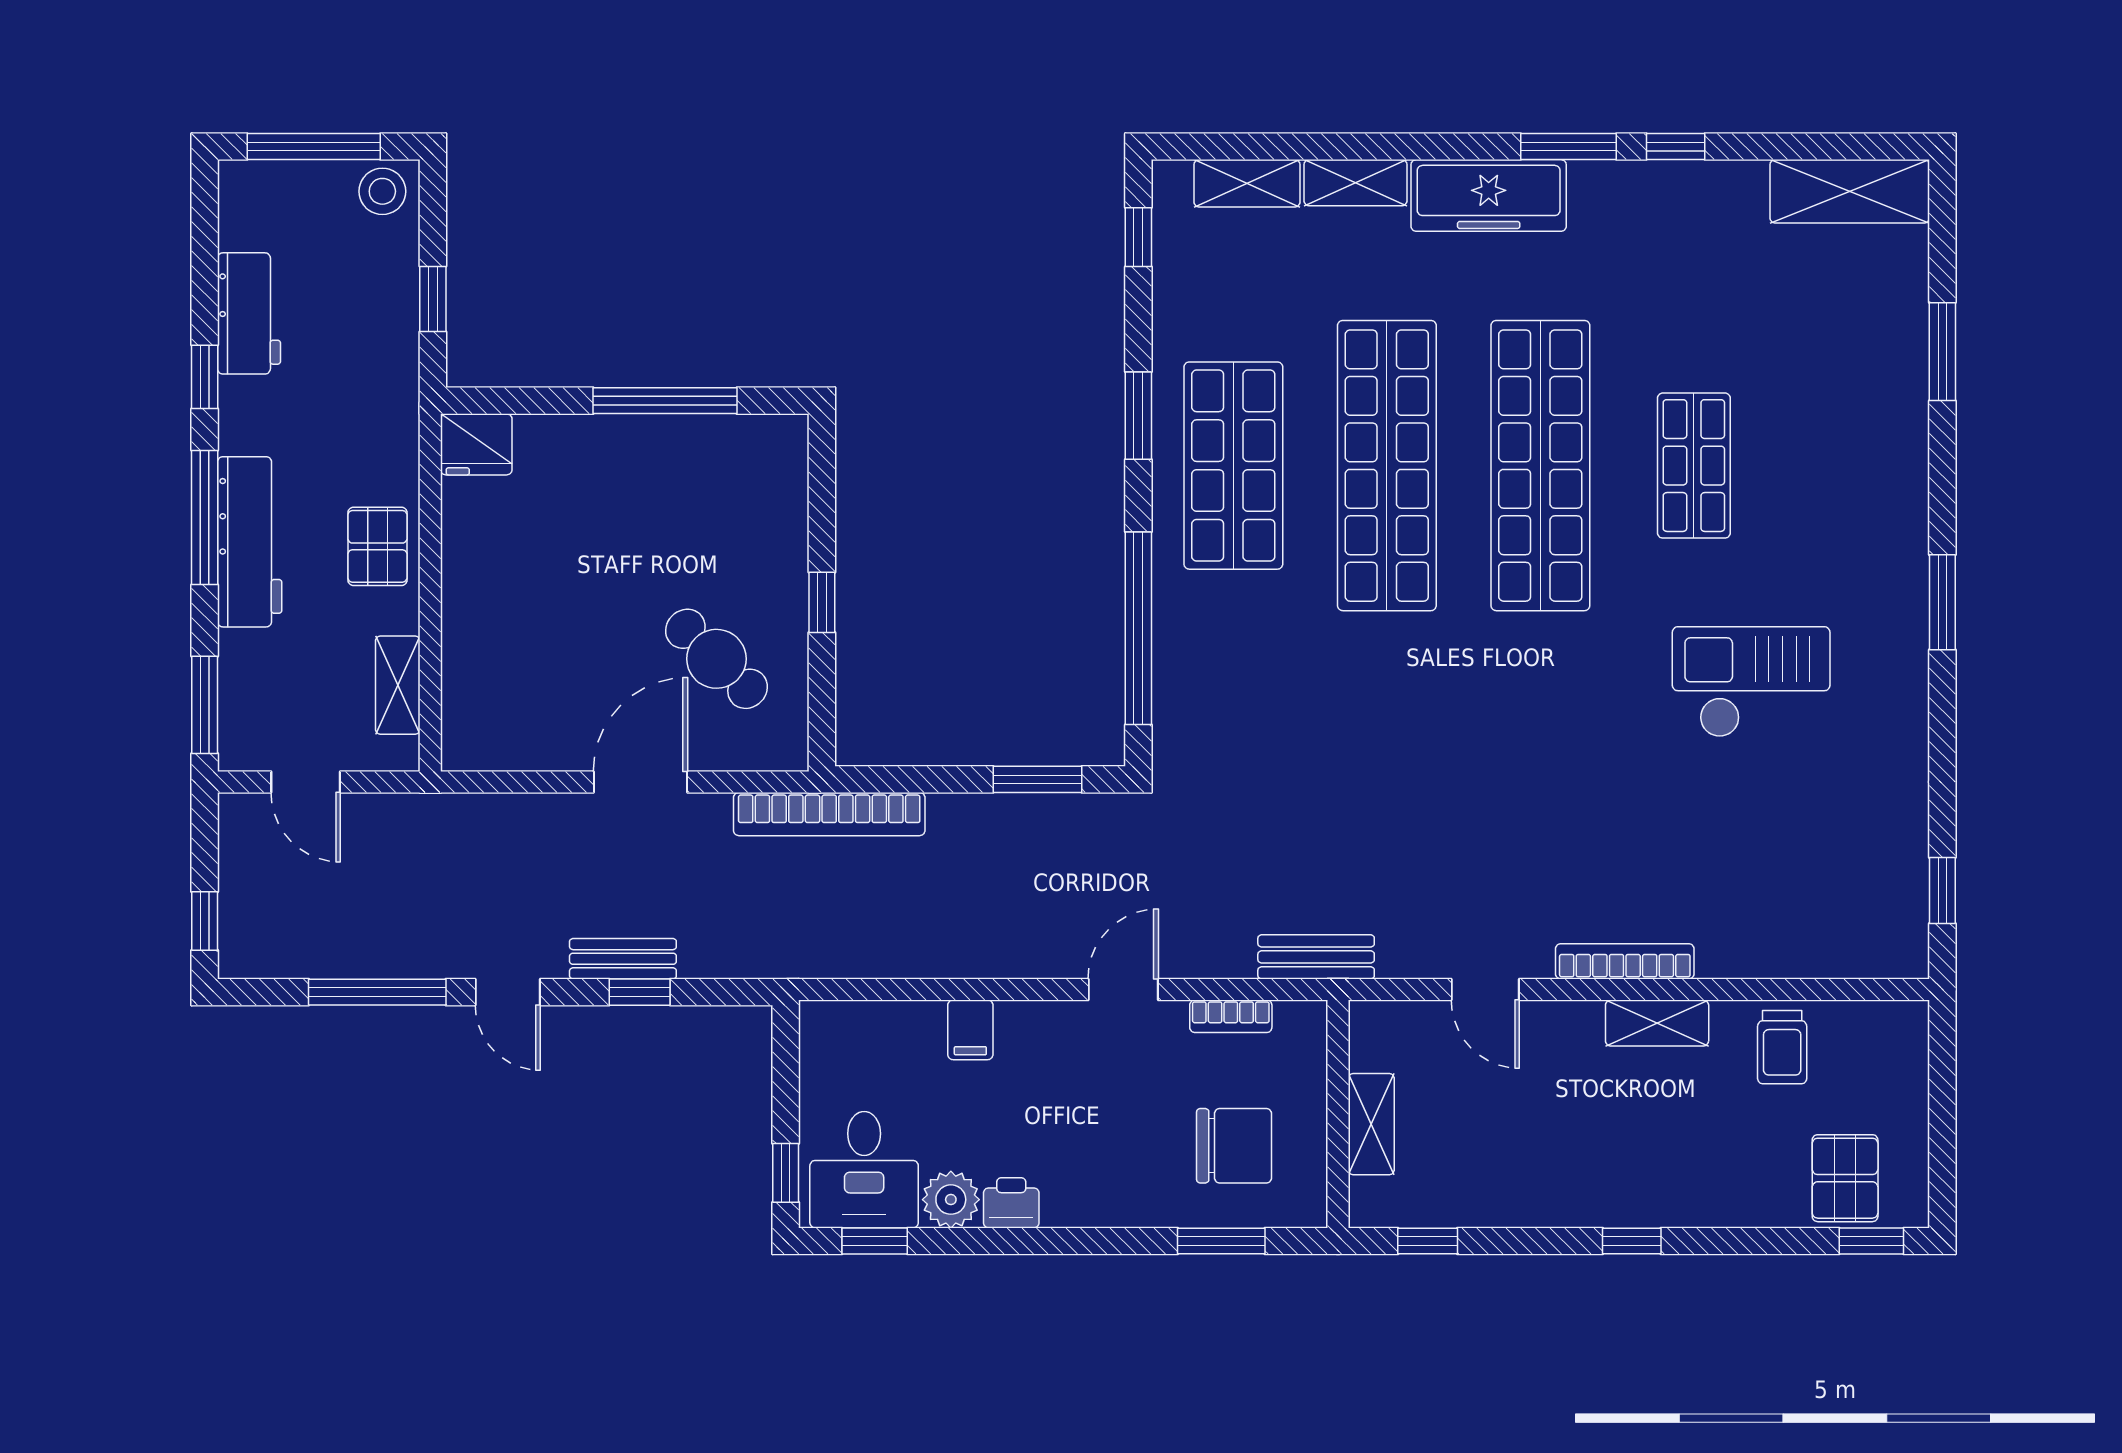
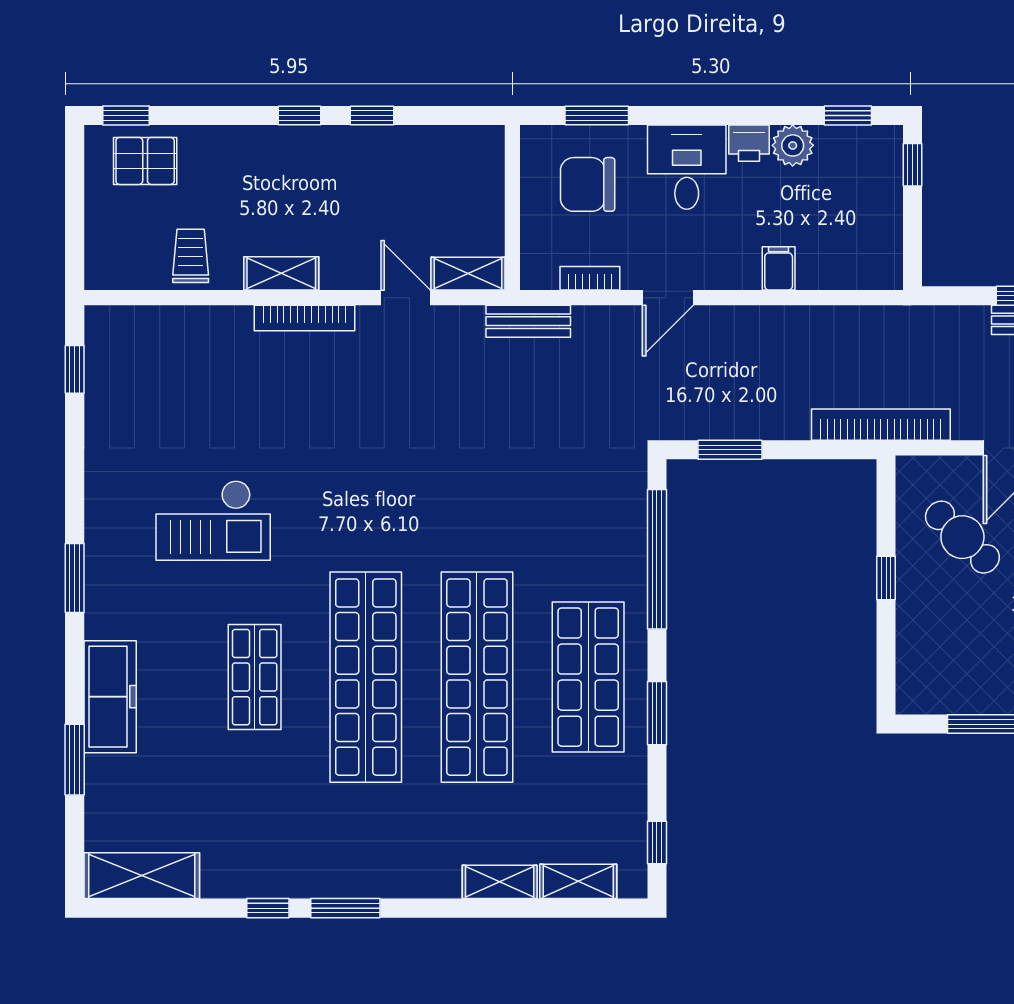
freezer: (1489, 195) -> (110, 697), moved, turned 90
shelving: (1371, 1124) -> (468, 274), moved, turned 90
desk: (864, 1170) -> (687, 167), moved
pallet: (1845, 1178) -> (145, 161), turned 90
window: (1428, 1241) -> (372, 115), moved

